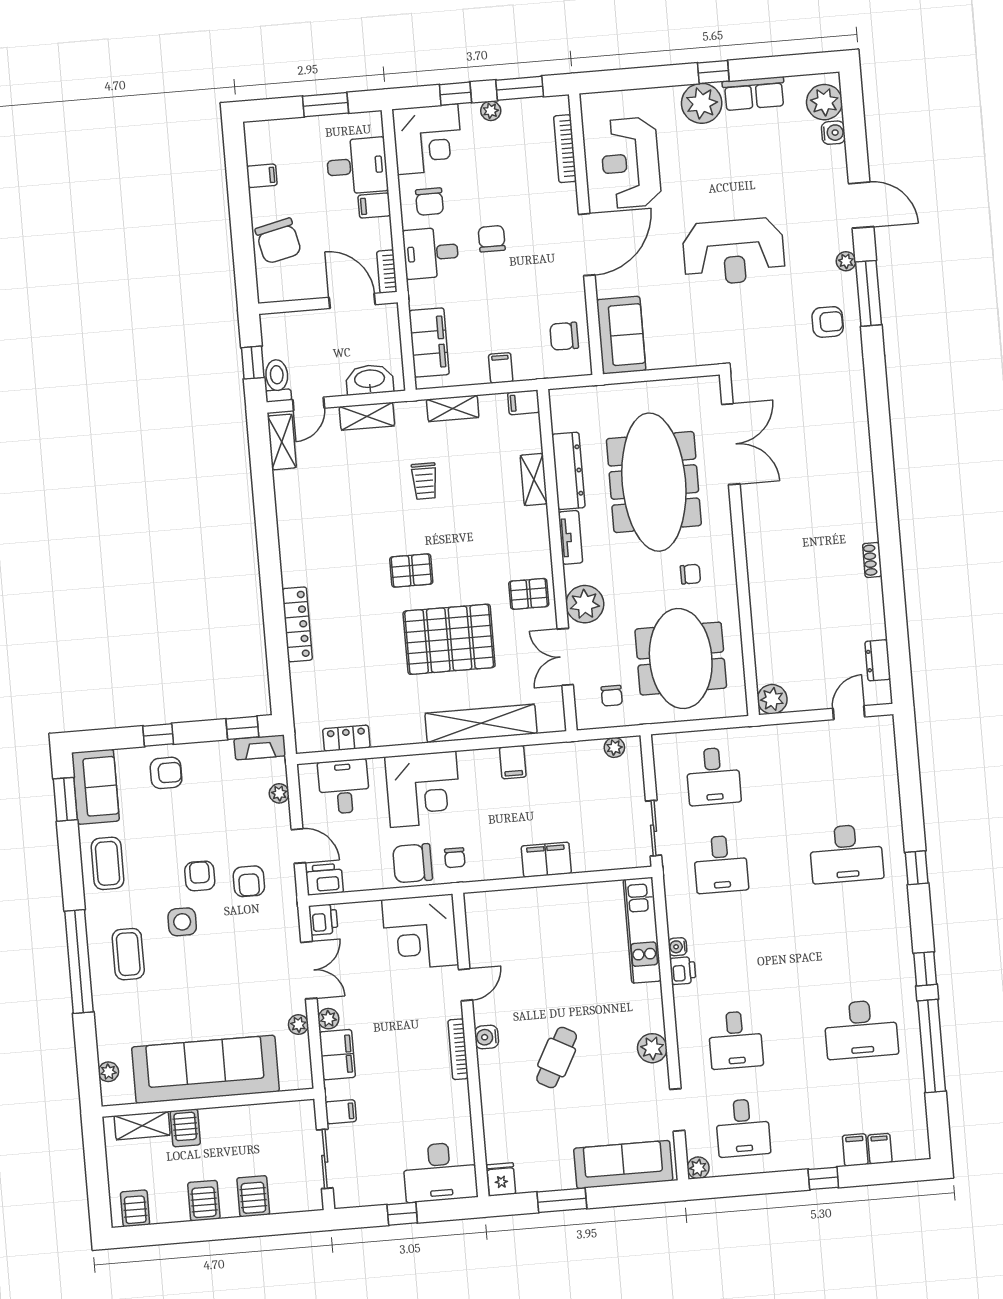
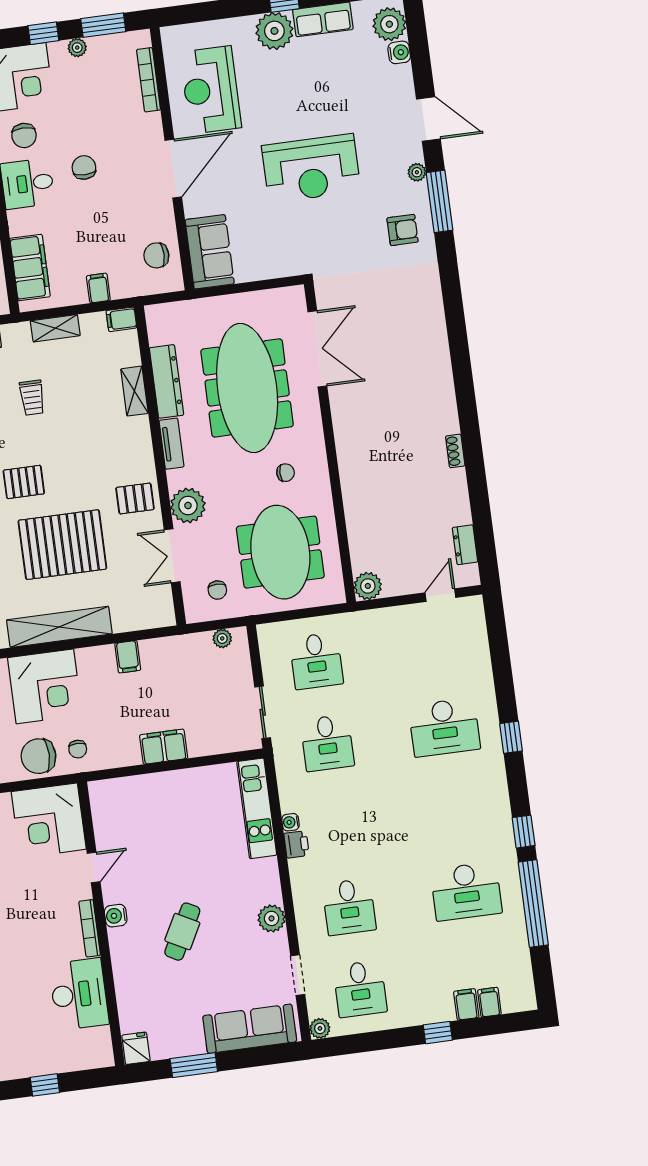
shelving: (481, 723) -> (59, 627), moved
desk: (440, 1172) -> (79, 994), moved, turned -90

